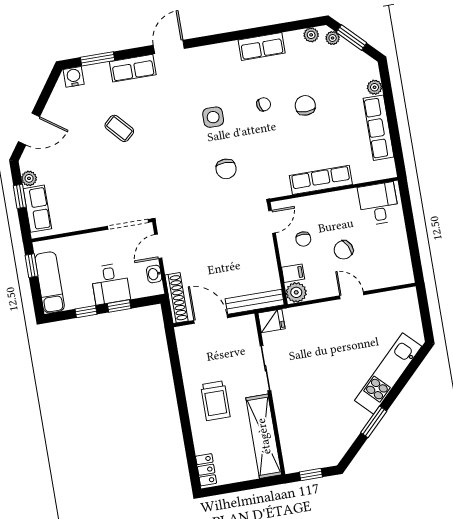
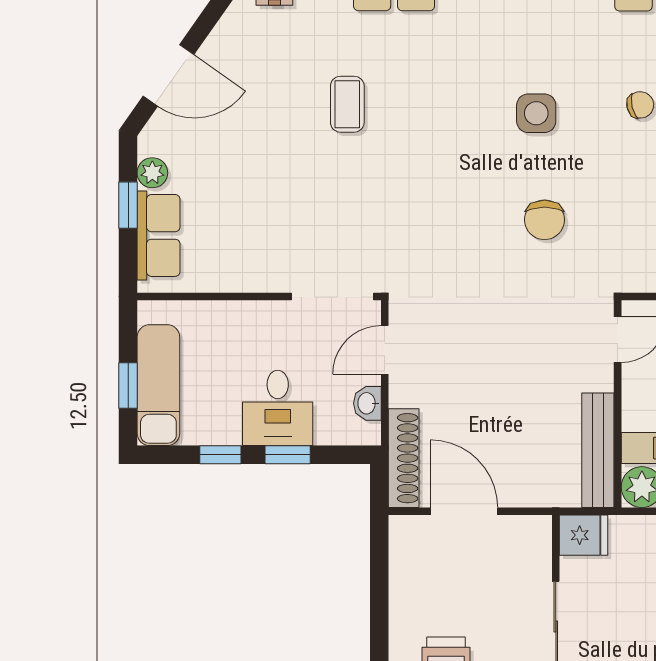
coffee table: (119, 128) -> (347, 104), turned 42
window: (32, 266) -> (128, 385), moved
bench: (255, 302) -> (598, 450), moved, turned 90

